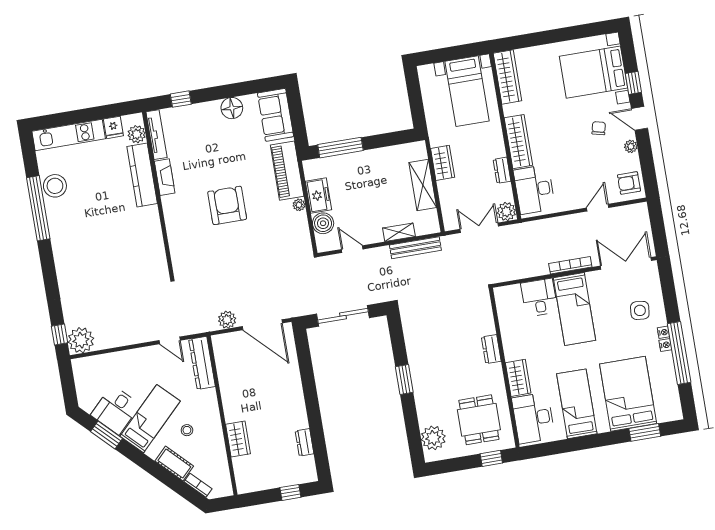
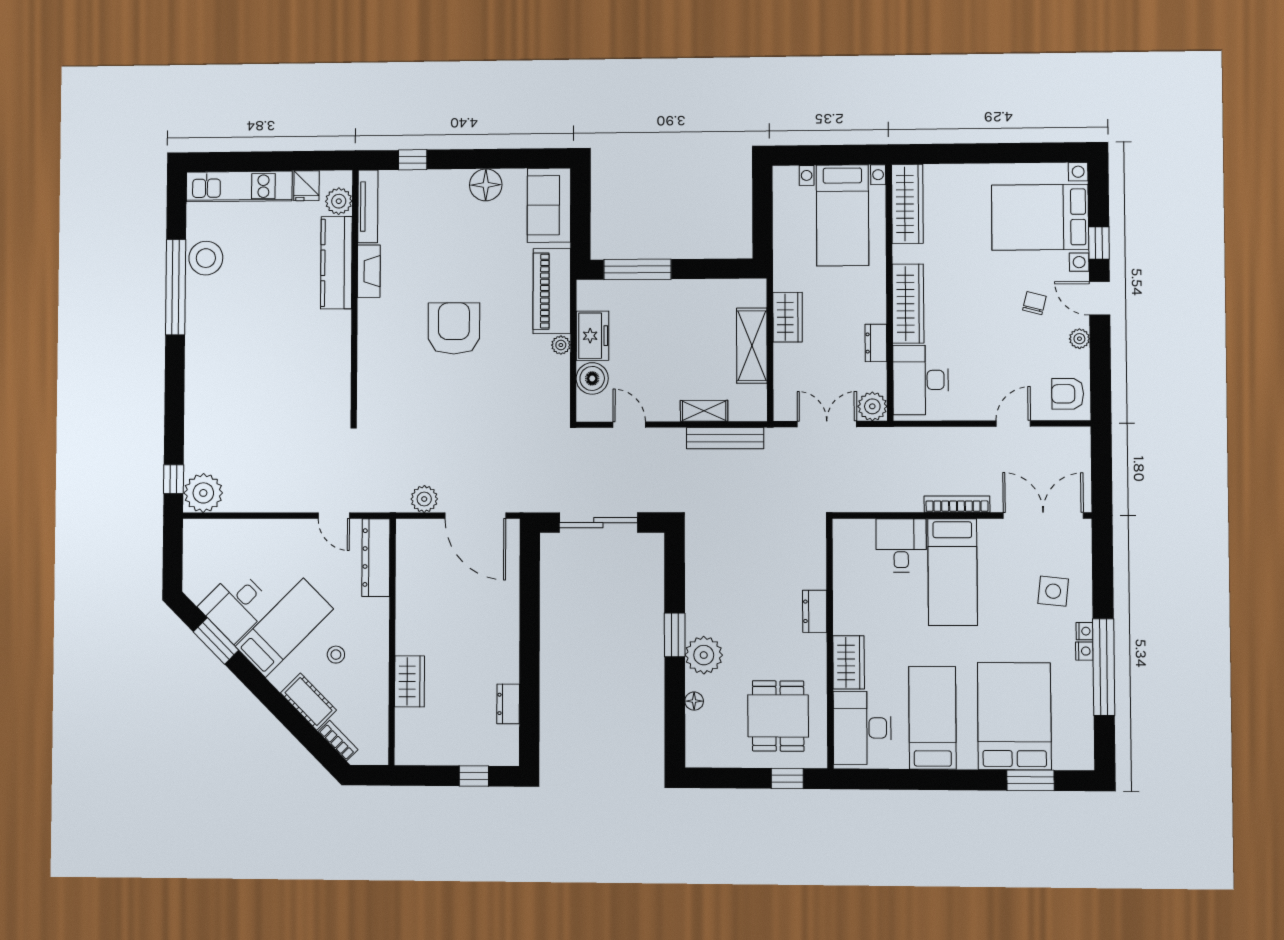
floor lamp: (424, 420) -> (694, 701), added
plant: (433, 438) -> (704, 655), moved

